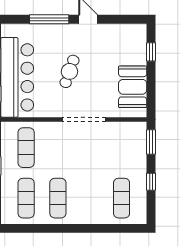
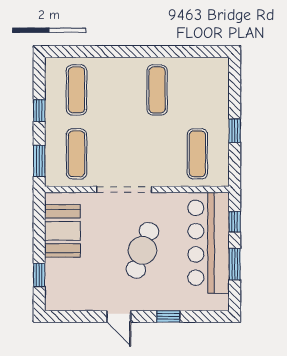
window: (49, 19) -> (168, 316), width x0.46
cafe table: (69, 71) -> (142, 250), width x1.37, depth x1.35
exercise mat: (26, 198) -> (76, 154), moved

